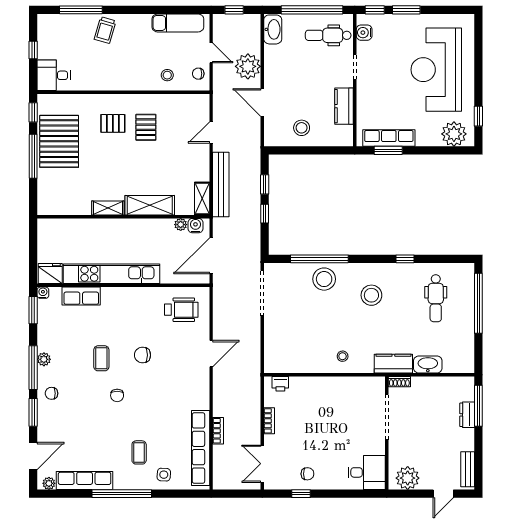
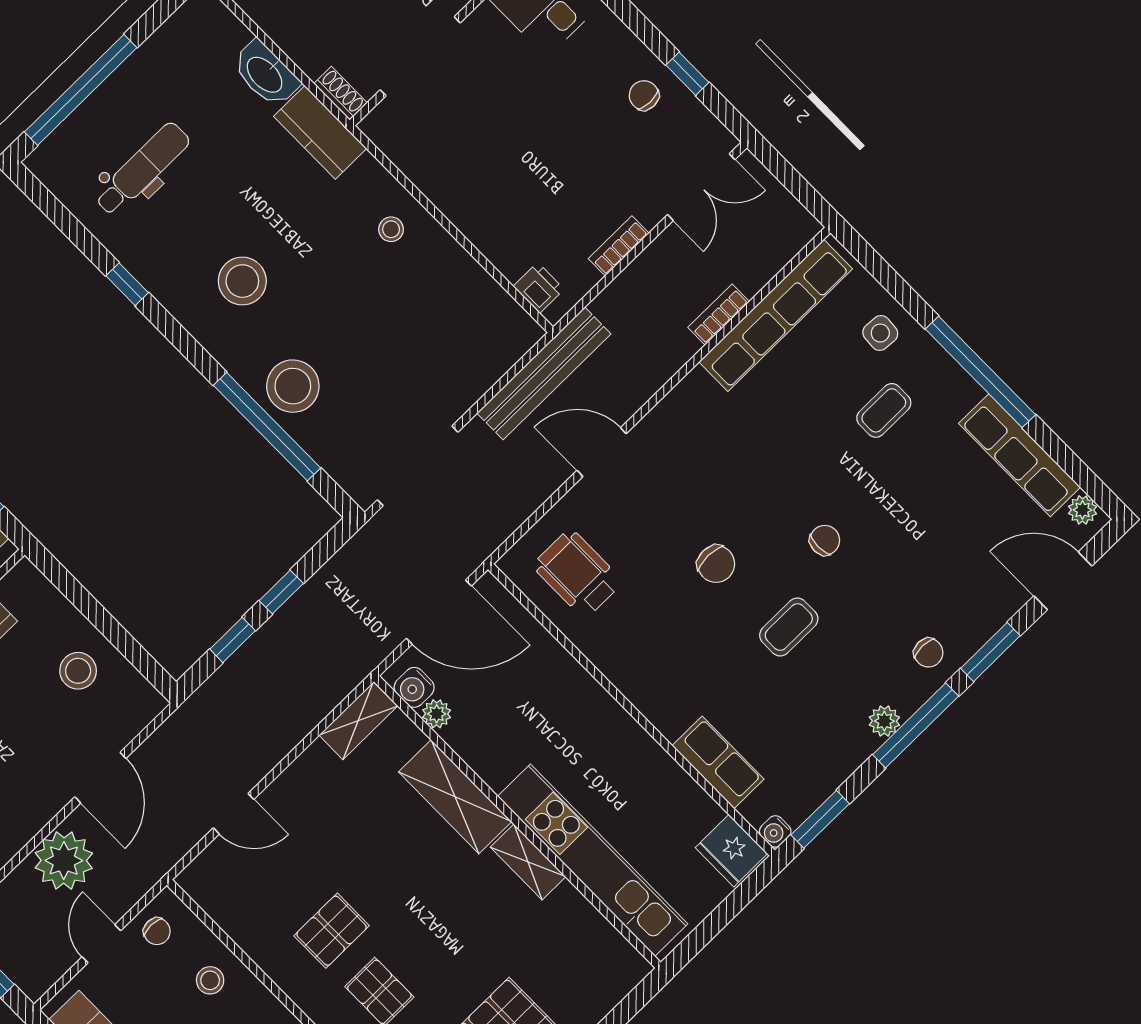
bench: (221, 185) -> (544, 373), moved
kitchen unit: (111, 274) -> (593, 860), moved, turned 180

